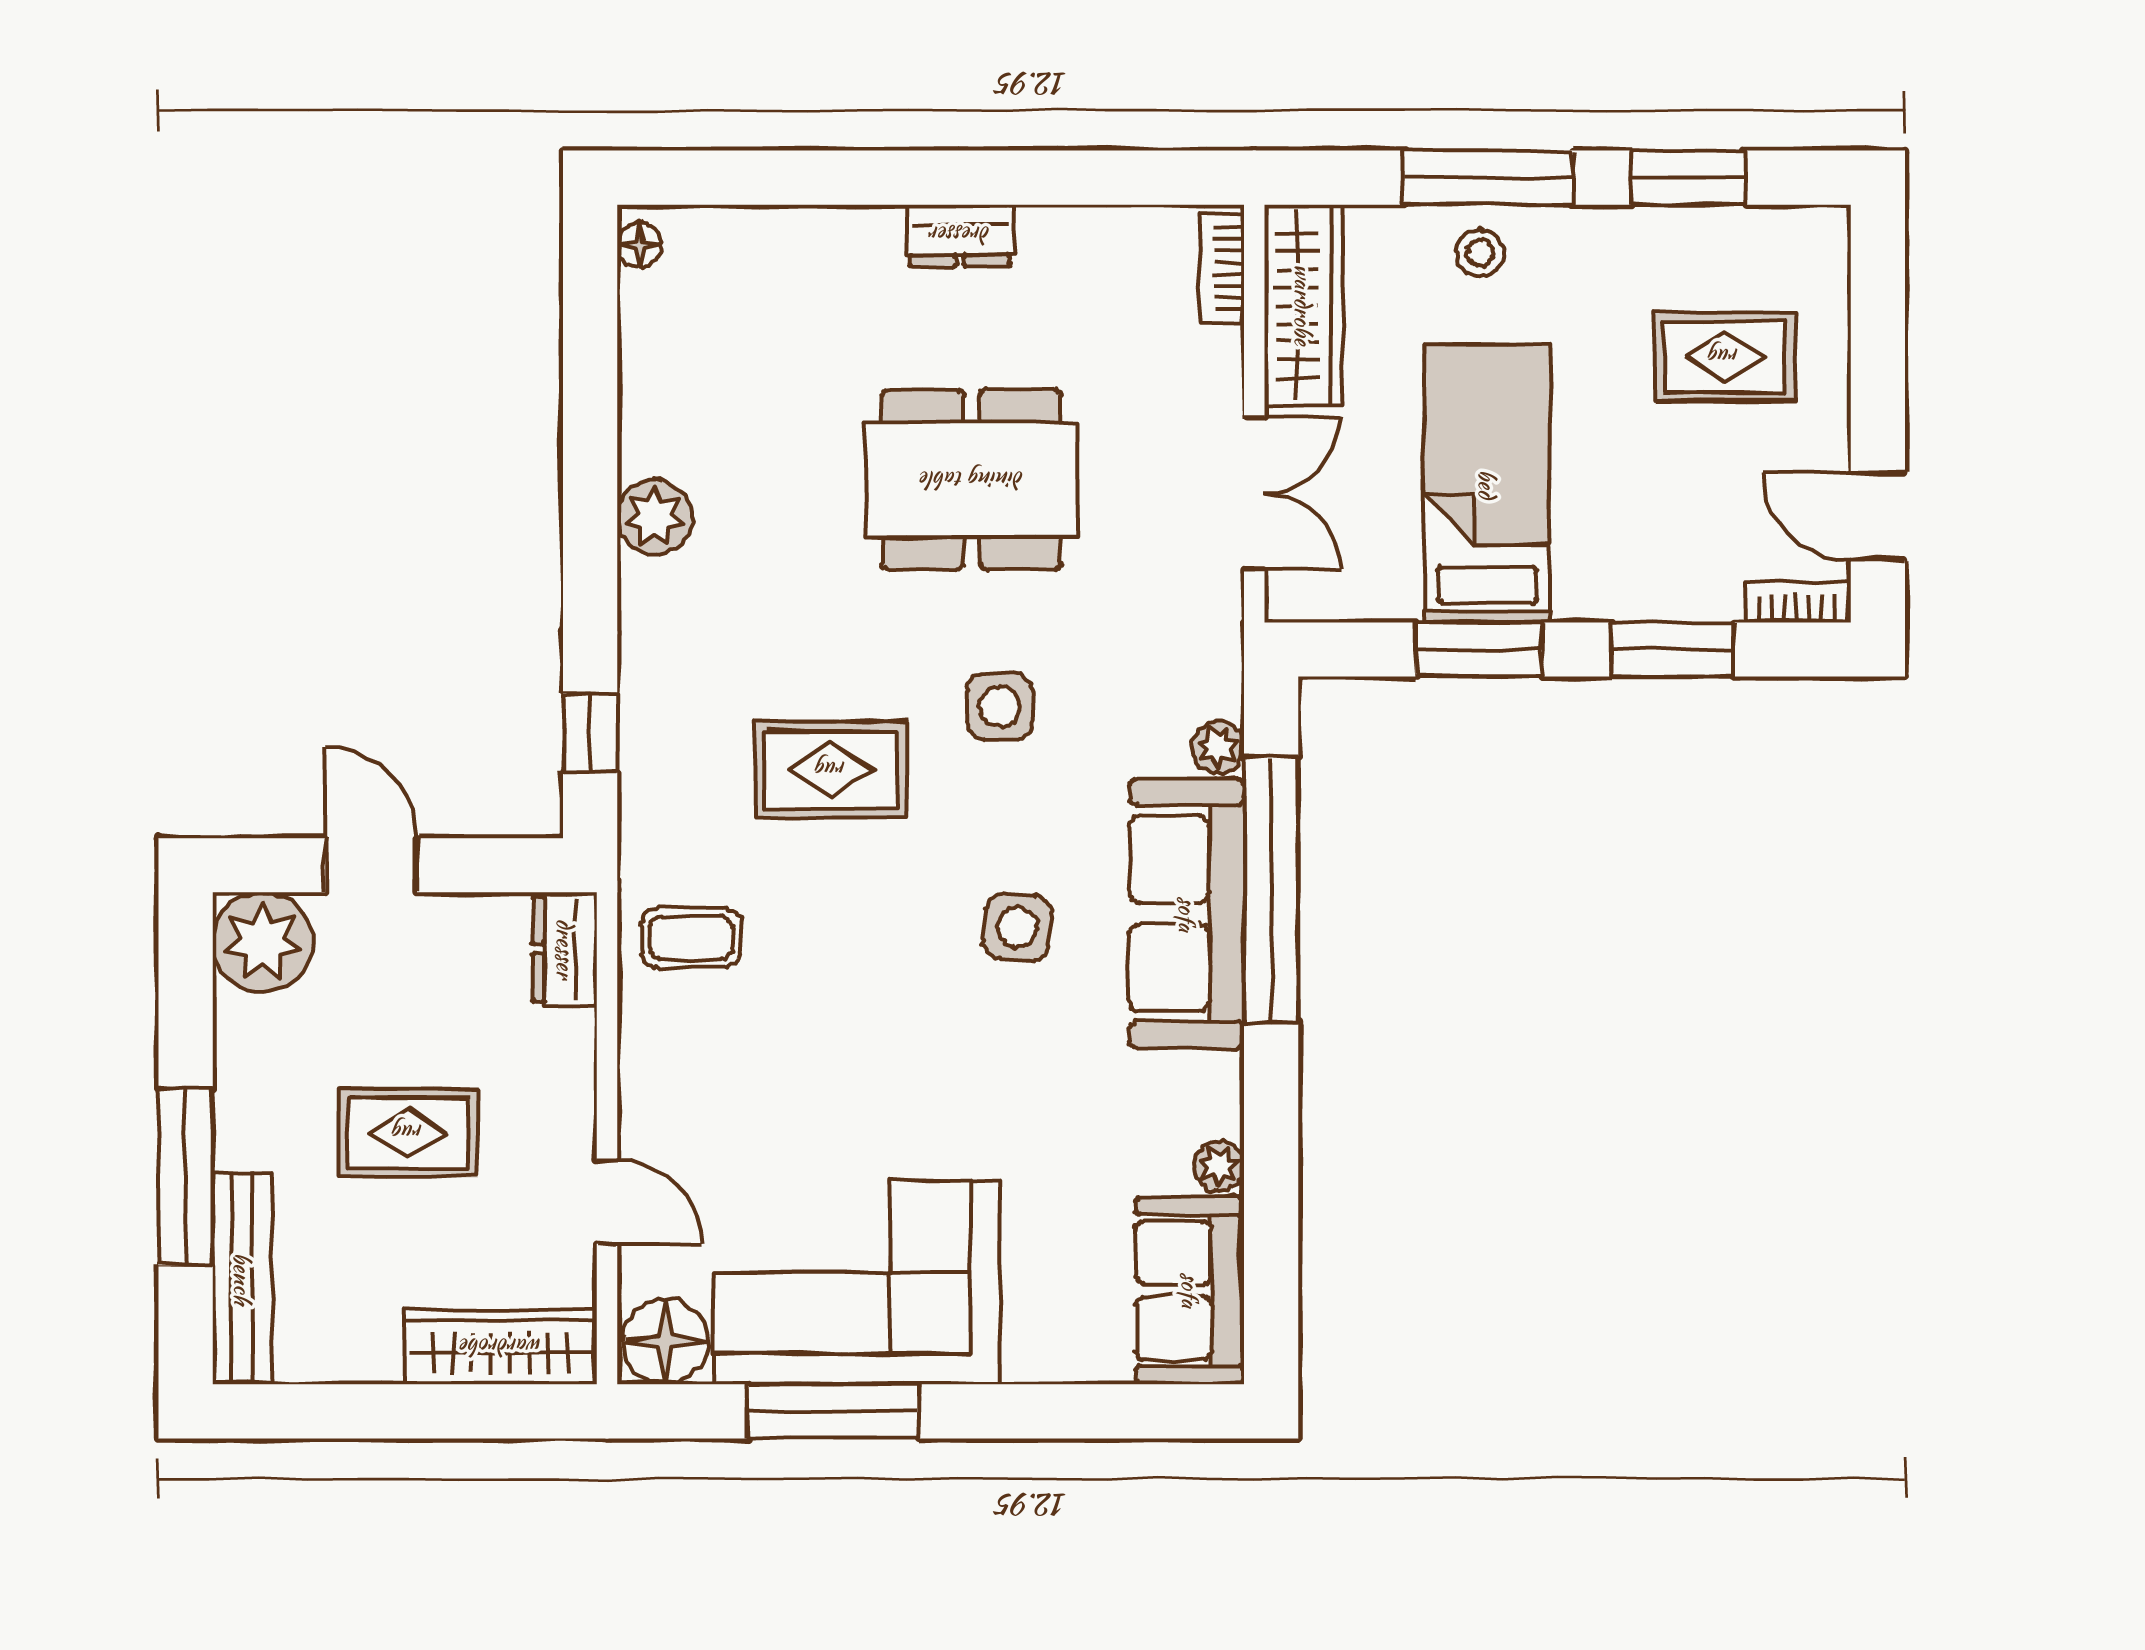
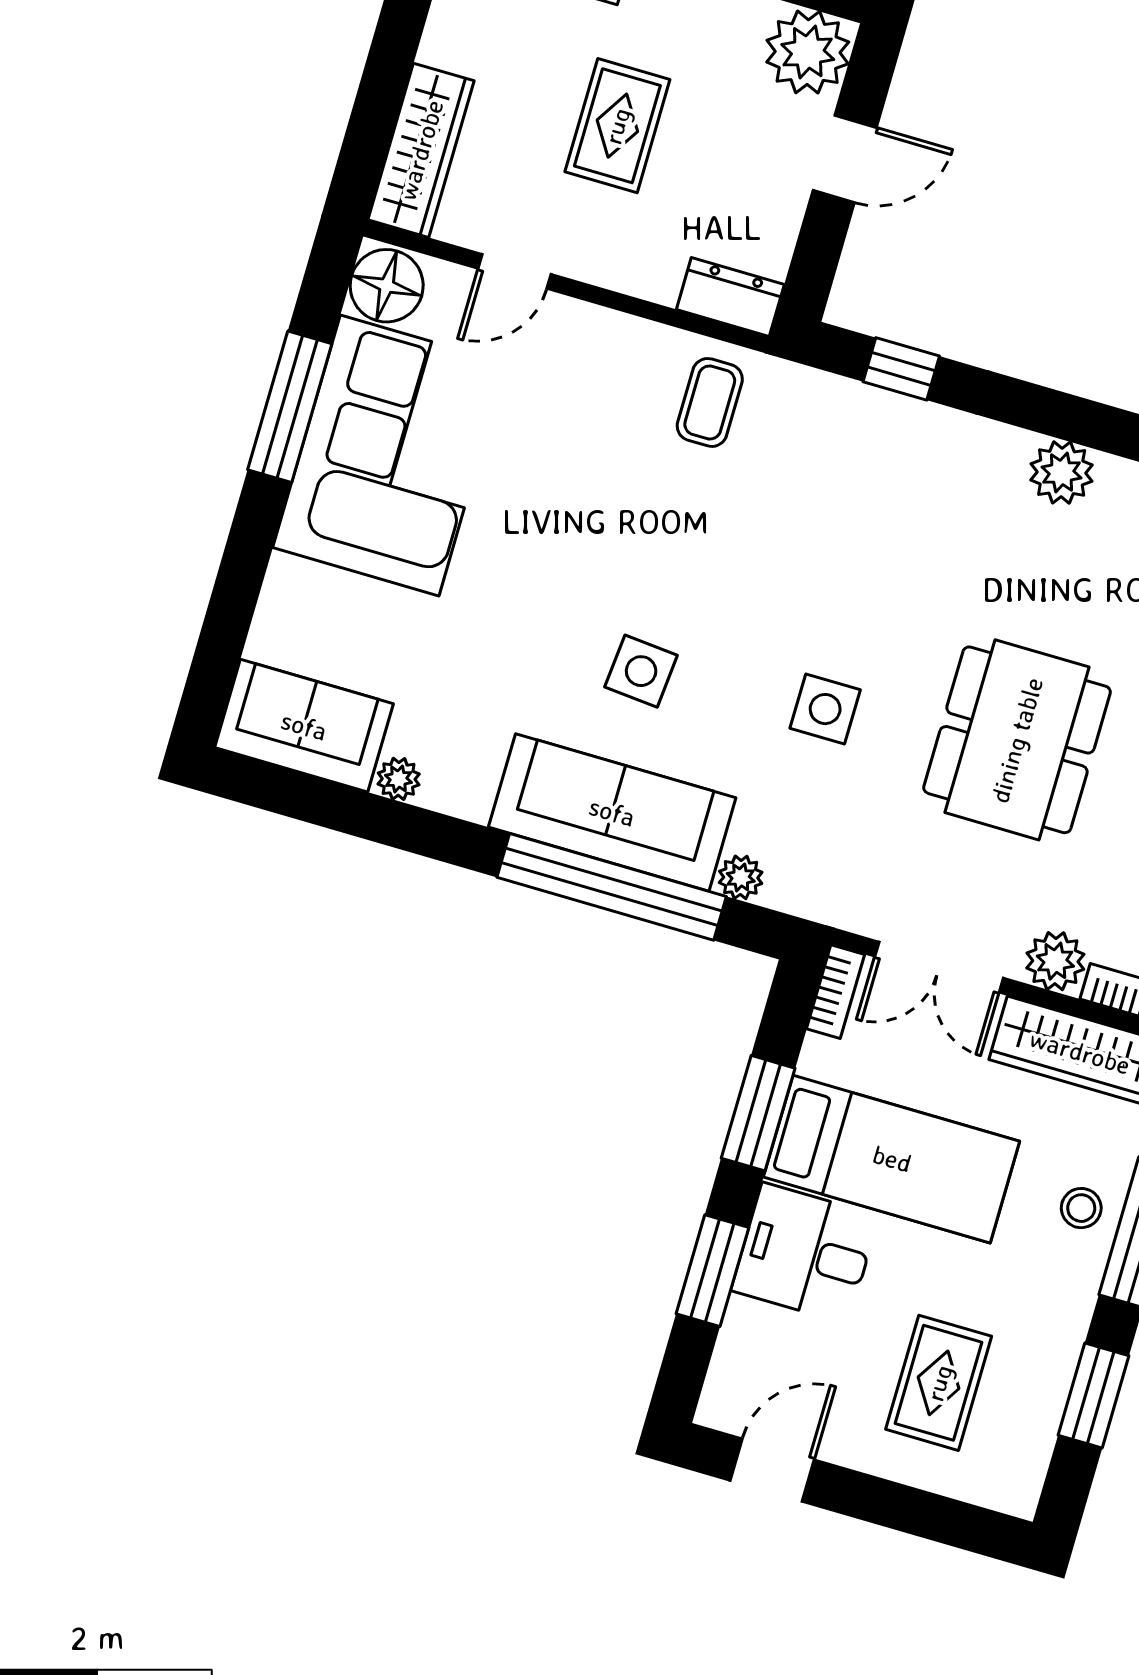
plant: (1209, 363) -> (1055, 961), added
desk: (1622, 551) -> (805, 1253), added
bookcase: (1797, 602) -> (836, 992), moved
rug: (831, 770) -> (813, 557), removed

